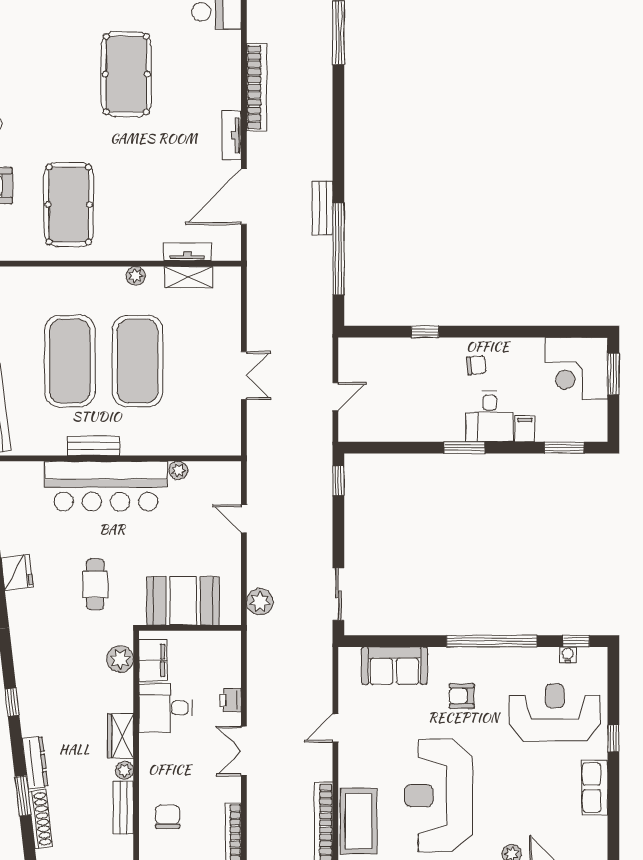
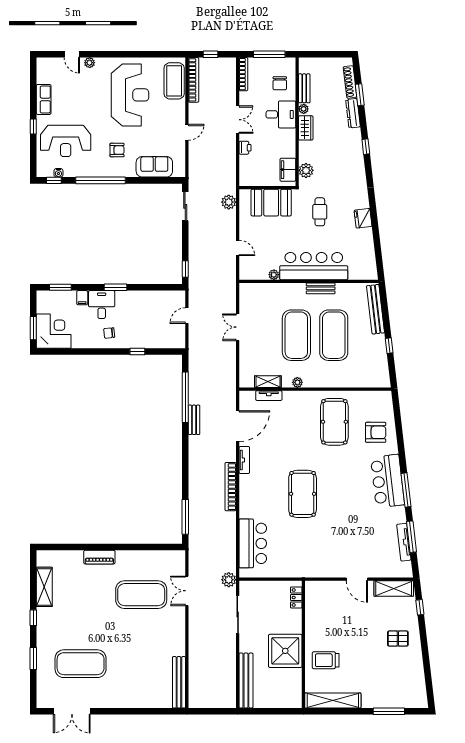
desk: (166, 708) -> (281, 114), moved

